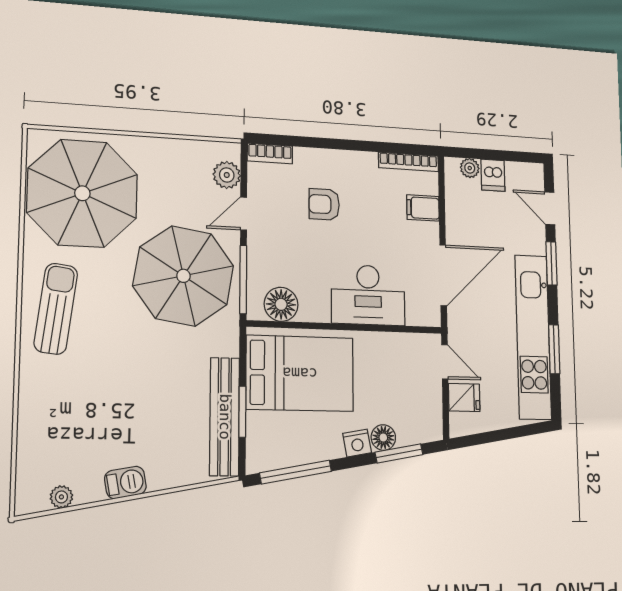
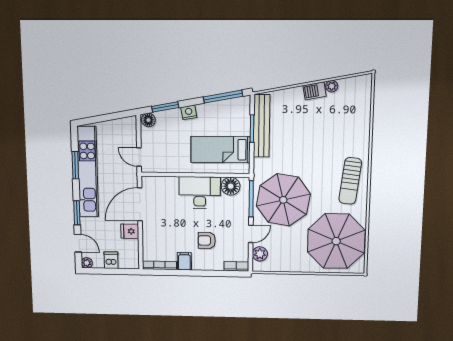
plant: (470, 168) -> (87, 263), moved
armchair: (324, 204) -> (207, 240), turned 180
filing cabinet: (423, 208) -> (184, 261), moved, turned -90
desk: (368, 295) -> (200, 193), moved
bed: (300, 373) -> (220, 150), width x0.67
fridge: (464, 398) -> (130, 231), moved
floor lamp: (383, 438) -> (148, 120), moved
plant: (61, 497) -> (332, 86), moved

